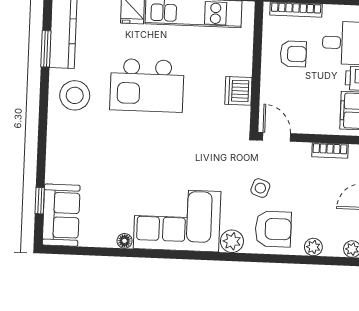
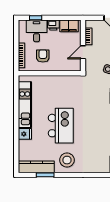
dishwasher: (238, 91) -> (62, 82), removed
door: (277, 137) -> (83, 52), moved

